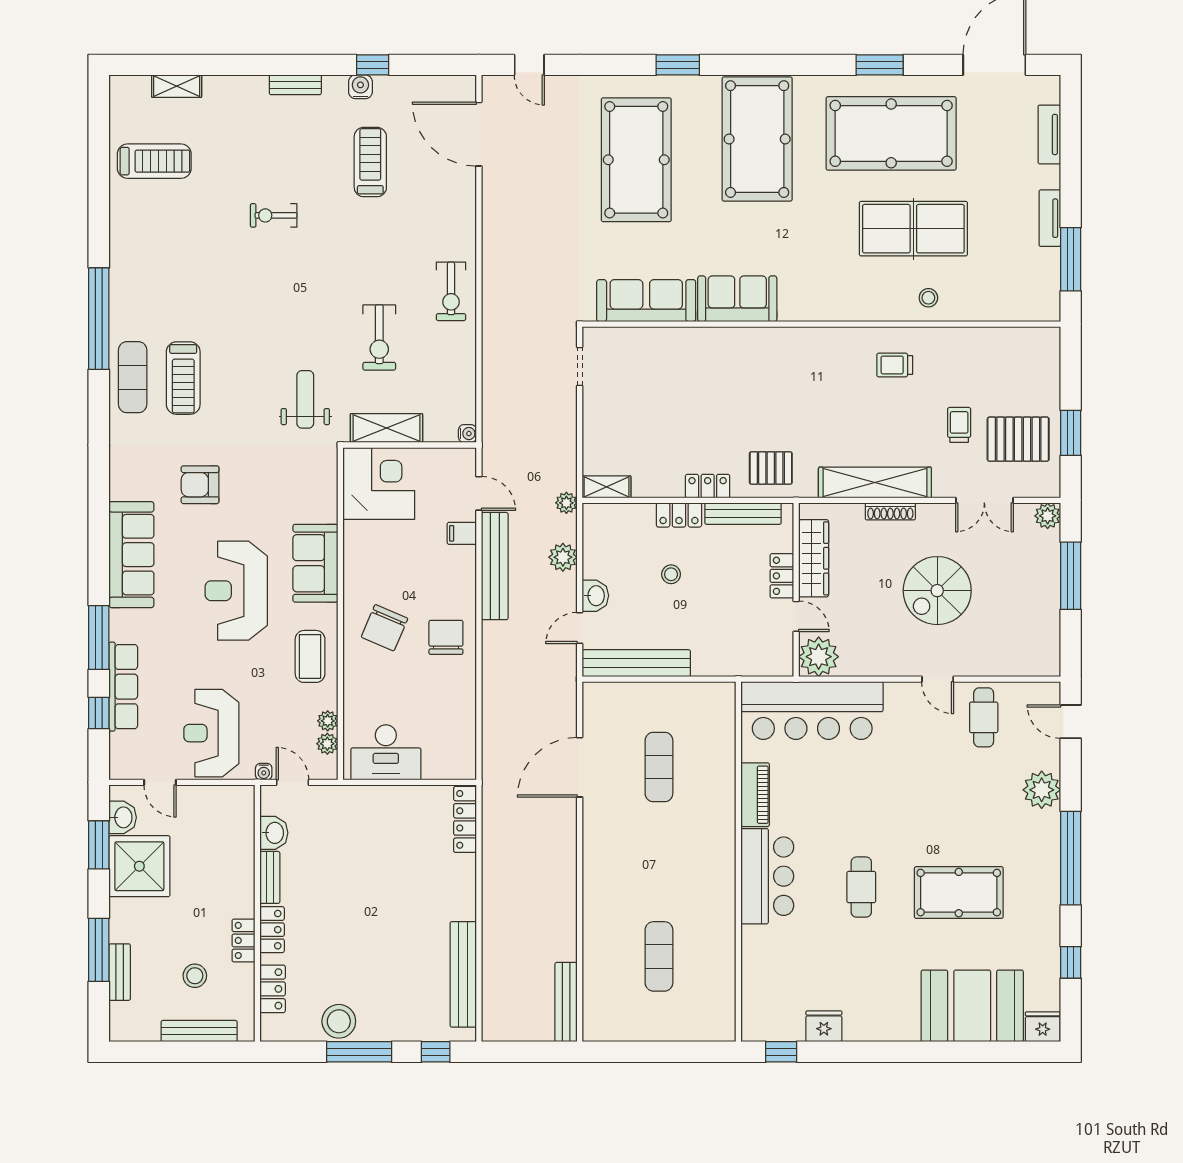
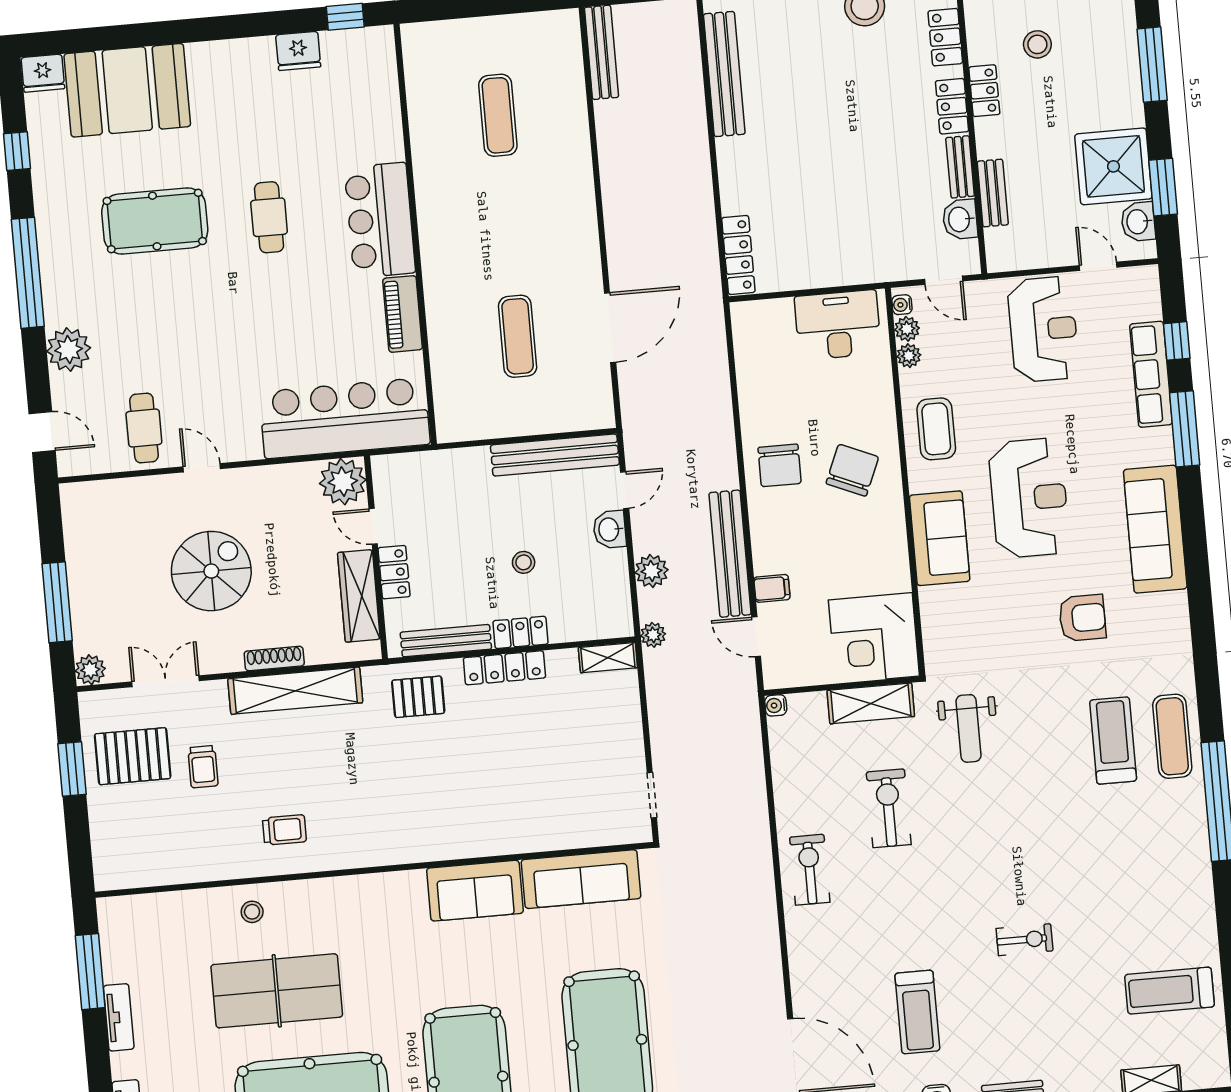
locker: (708, 486) -> (504, 668), width x1.53
water cooler: (264, 772) -> (902, 305), moved, turned -90
bench: (120, 972) -> (993, 193), moved

